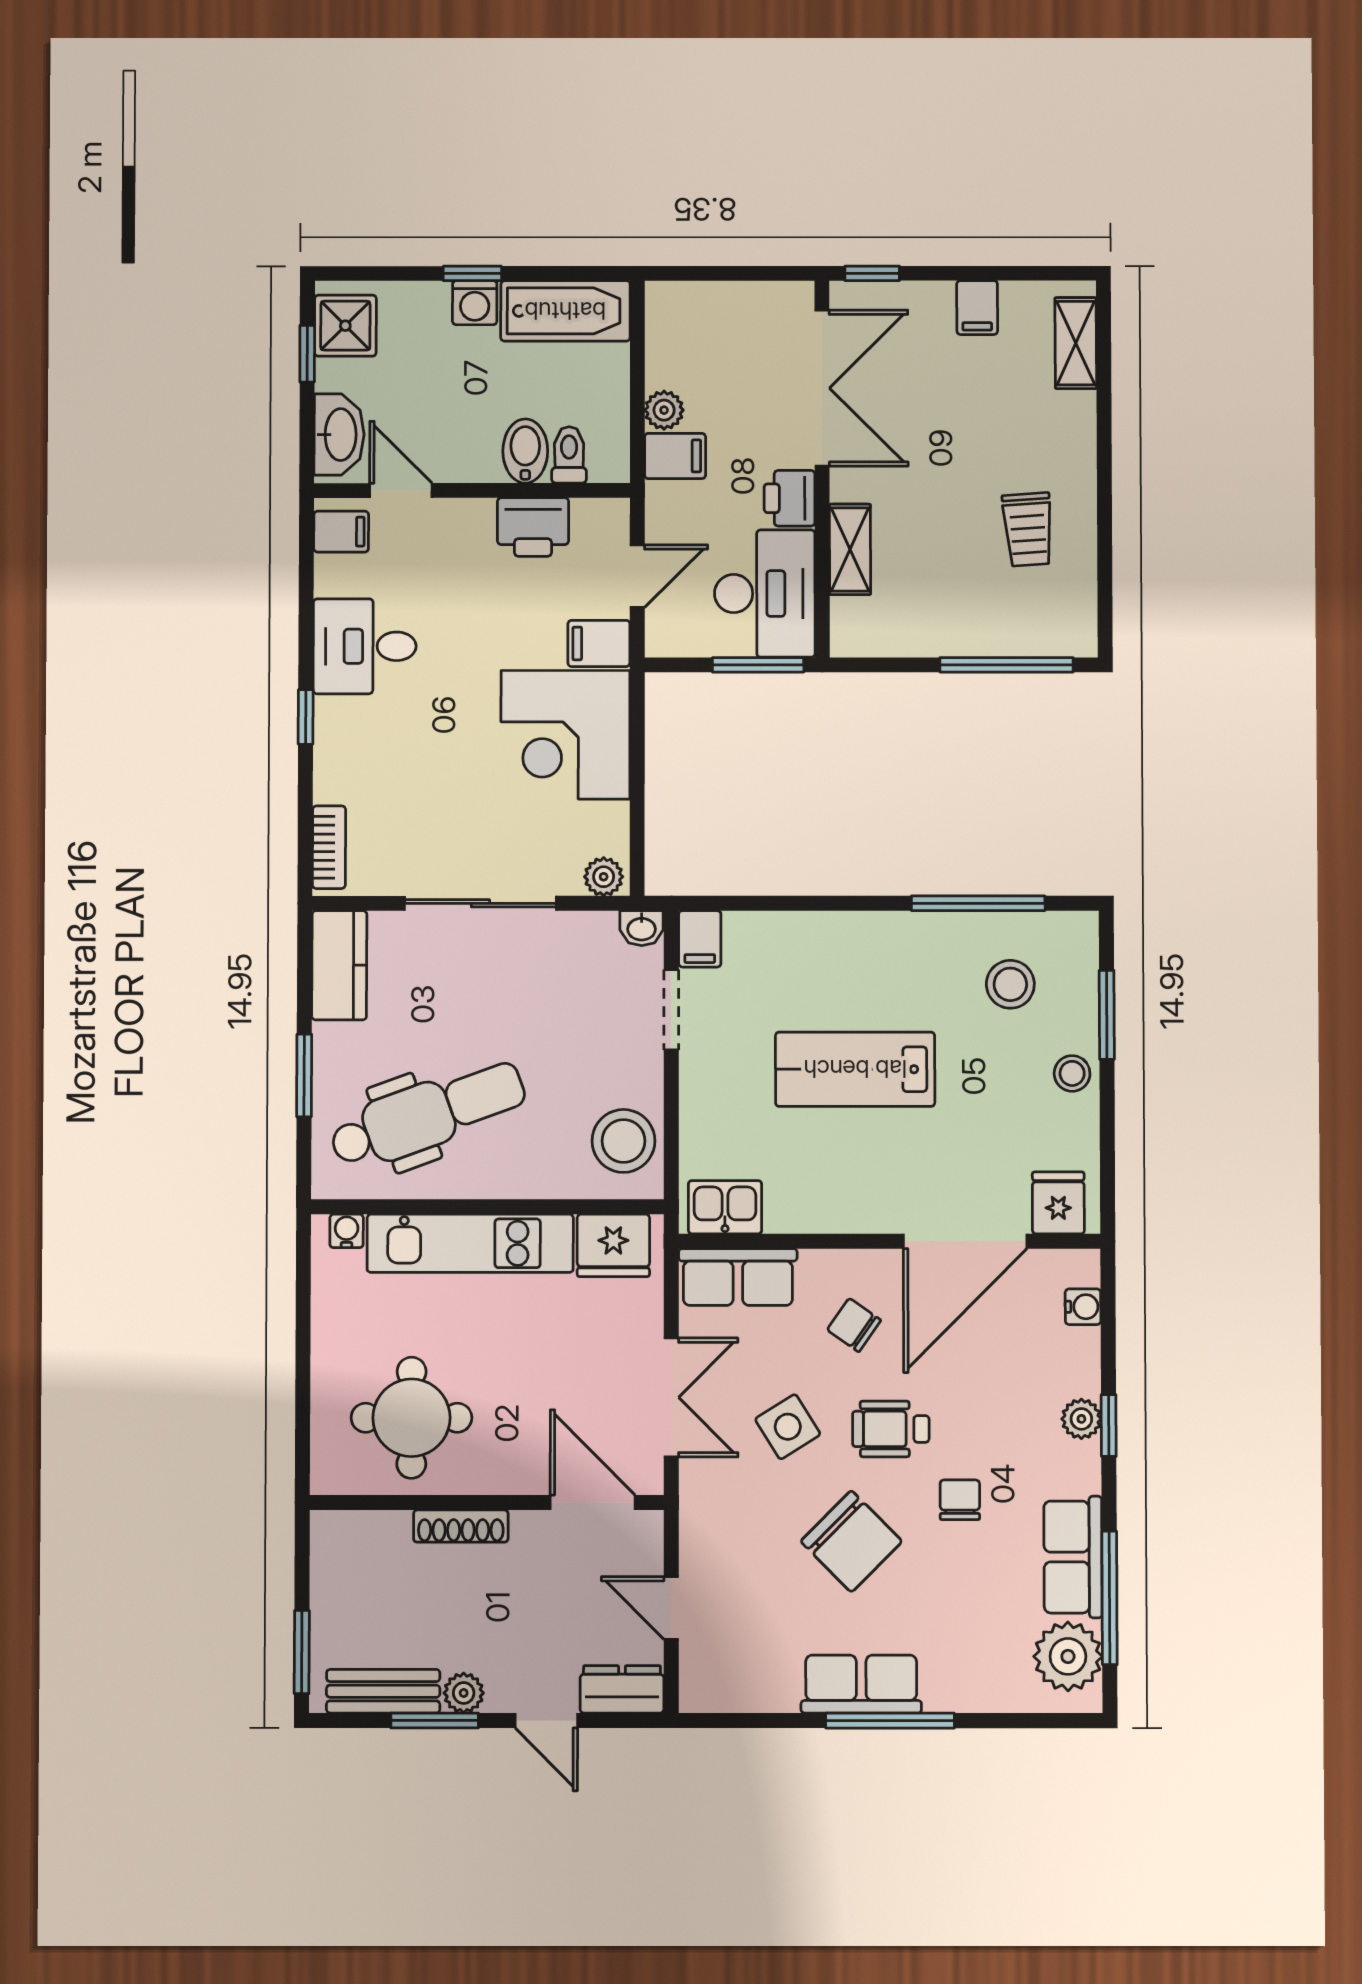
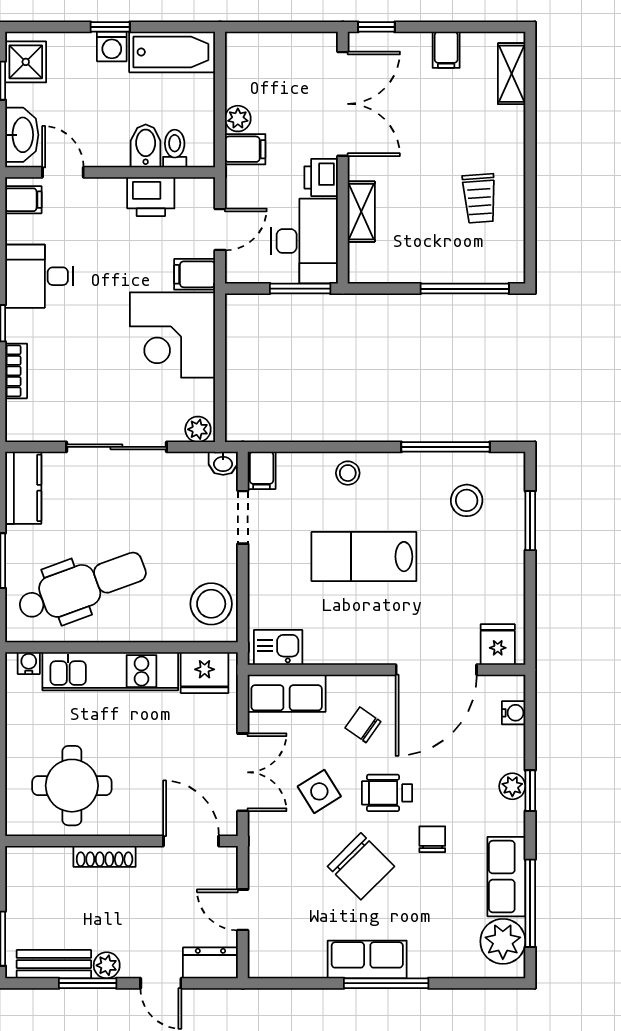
bookcase: (329, 847) -> (16, 371), moved
stool: (1072, 1073) -> (348, 473), moved

